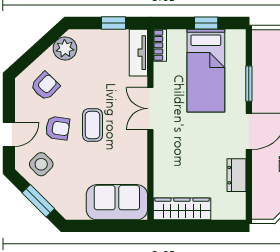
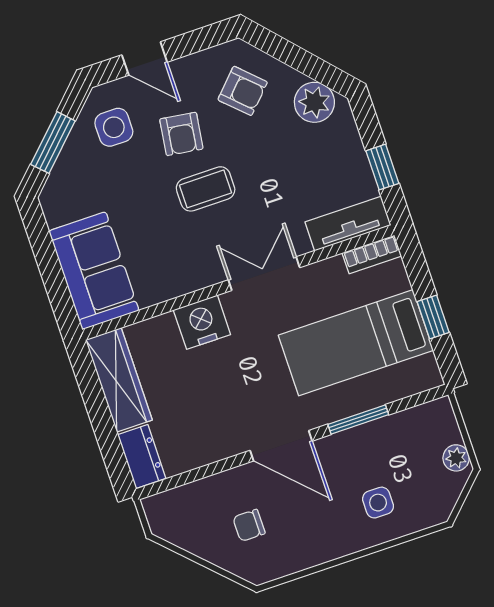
nightstand: (166, 152) -> (202, 322), added
side table: (41, 164) -> (114, 127), turned 45
dresser: (237, 175) -> (142, 457), moved, turned 90

